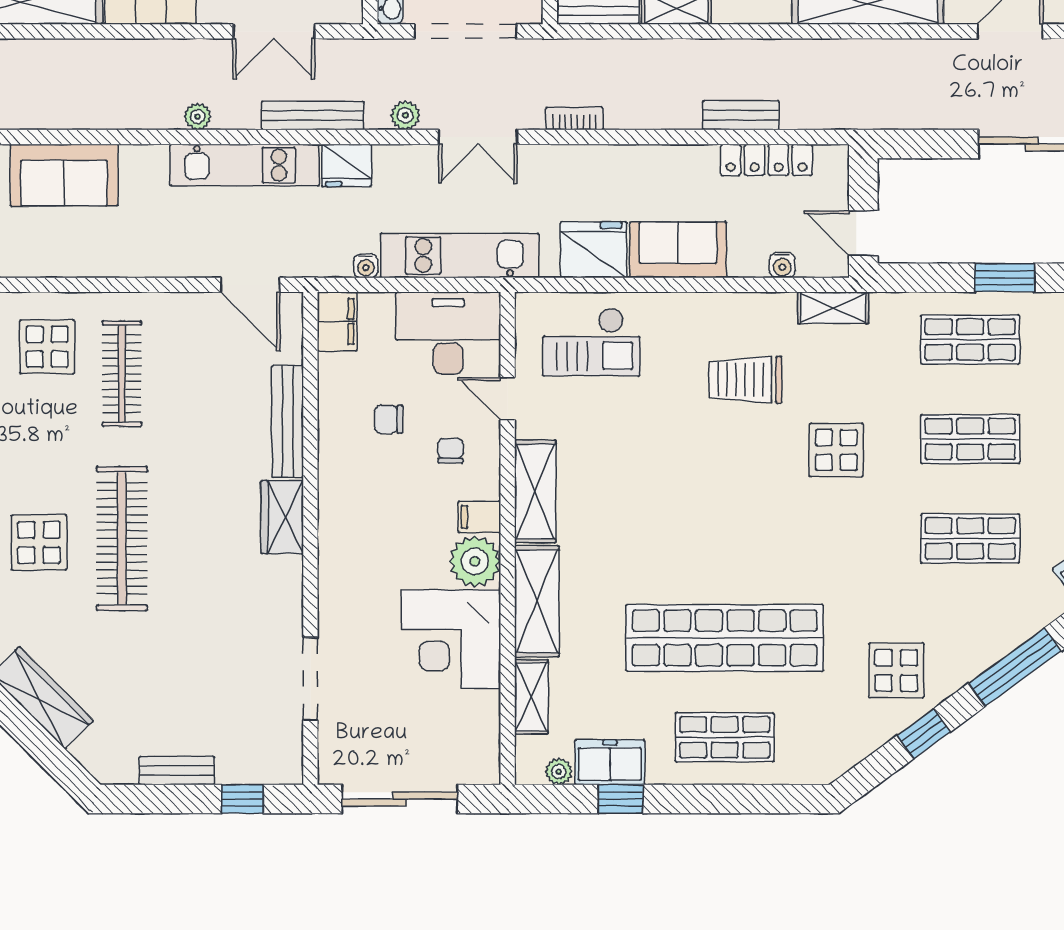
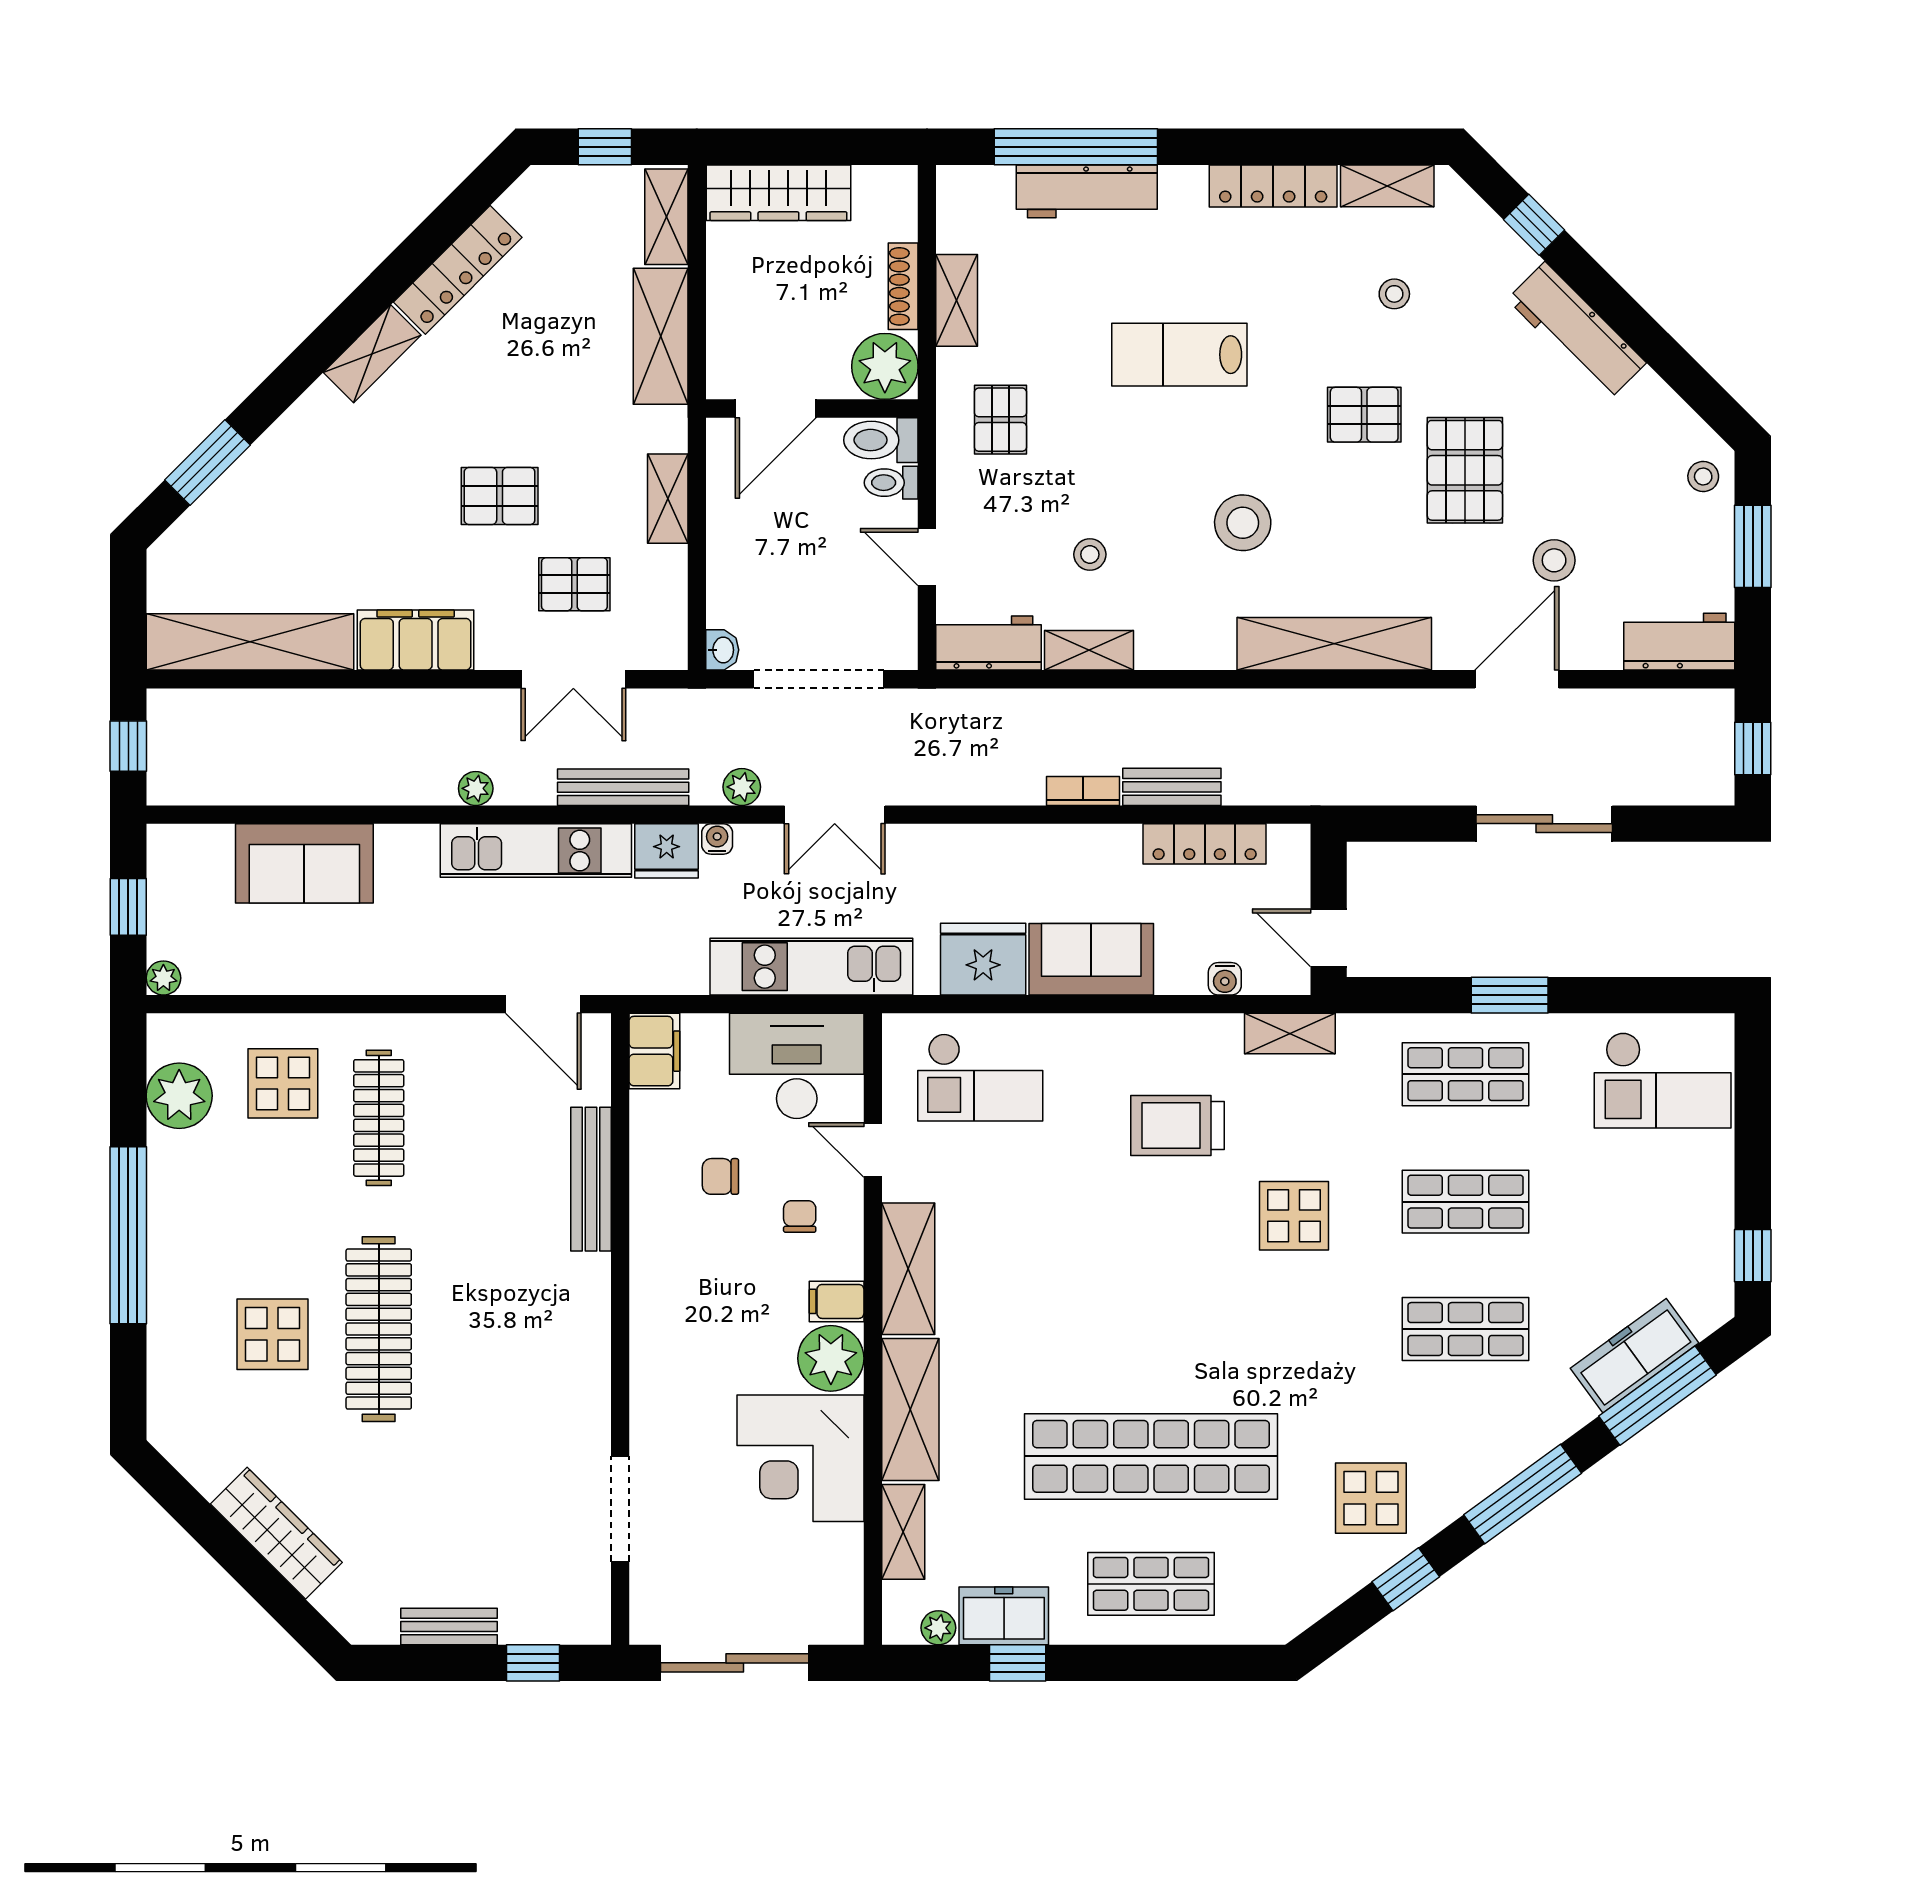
bookcase: (574, 119) -> (1083, 791), moved
water cooler: (366, 266) -> (717, 839), moved, turned 180
wardrobe: (282, 517) -> (584, 1302), removed

